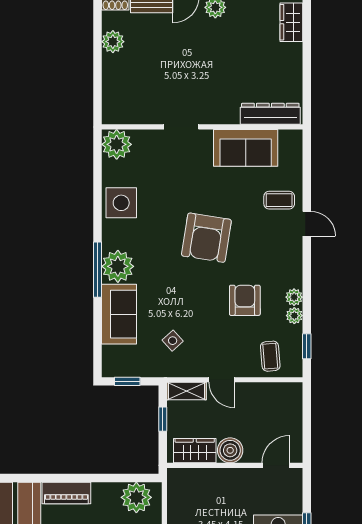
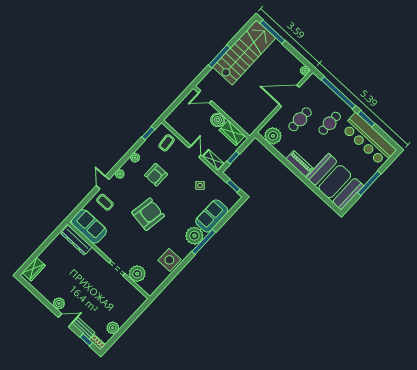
plant: (117, 144) -> (137, 274), moved
sofa: (246, 148) -> (89, 226), moved
plant: (294, 316) -> (120, 174), moved

